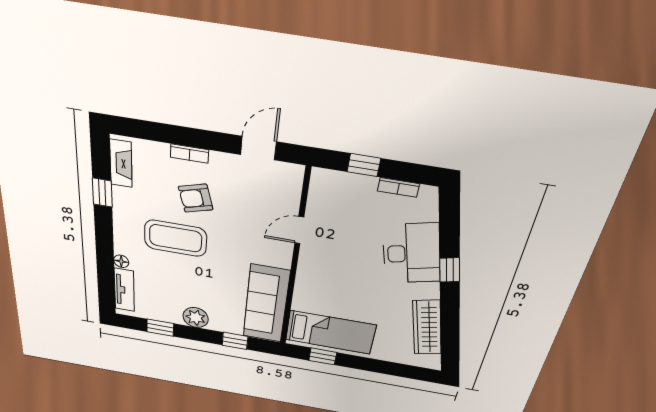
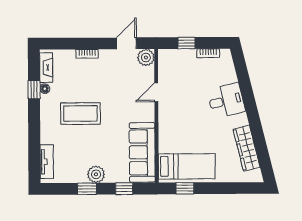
plant: (289, 176) -> (146, 57), added
armchair: (196, 198) -> (92, 82), removed
desk: (411, 253) -> (226, 101), width x0.73
floor lamp: (121, 261) -> (45, 89), moved
window: (450, 270) -> (250, 102), removed
window: (160, 328) -> (87, 189), moved

